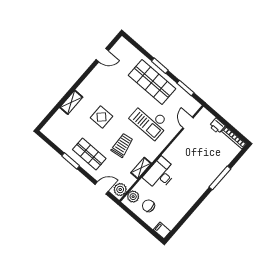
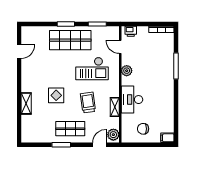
printer: (217, 126) -> (131, 31), moved
plant: (133, 197) -> (127, 71), moved

